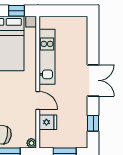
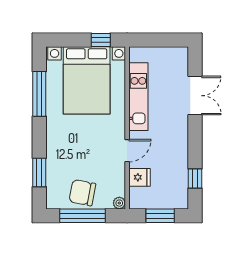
double door: (93, 80) -> (195, 96), moved
door: (38, 101) -> (127, 151), hinge flipped

